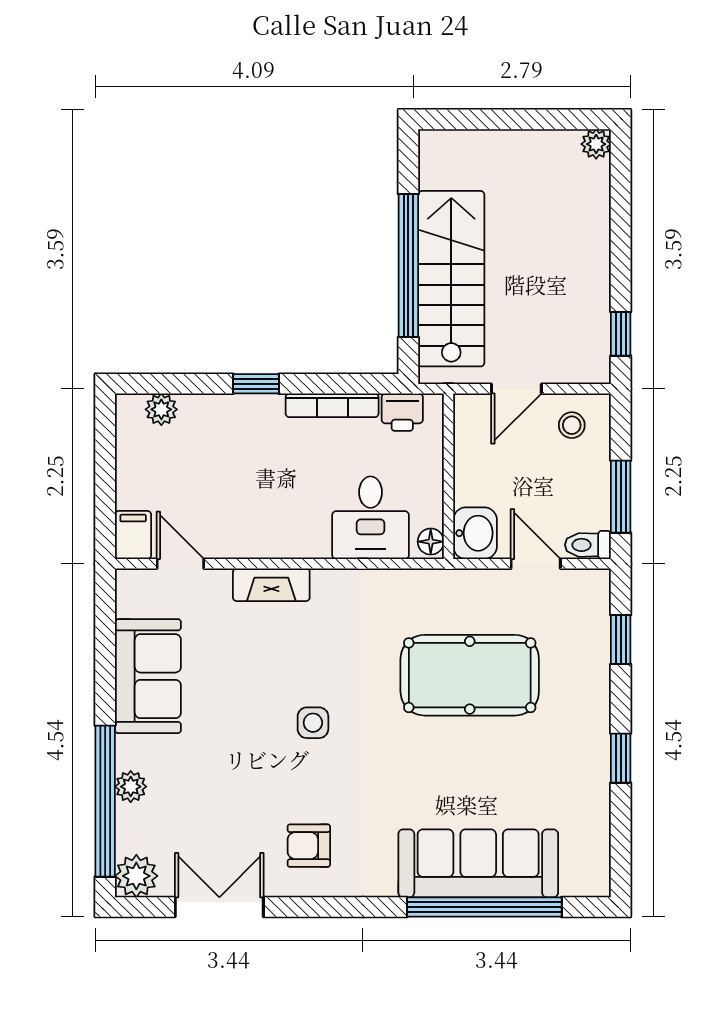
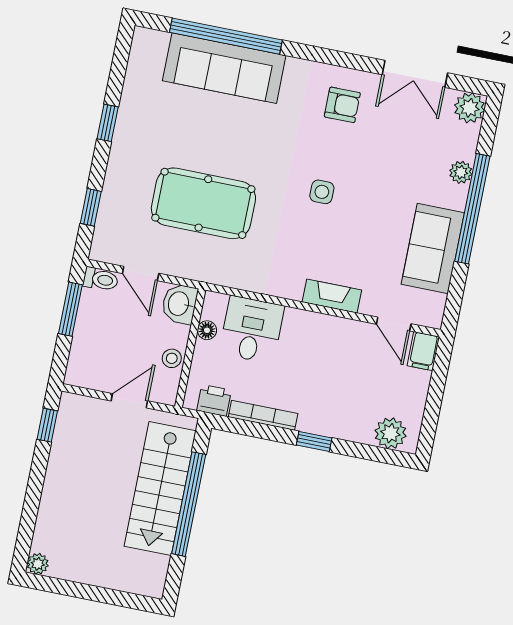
plant: (161, 409) -> (390, 433), width x1.38, depth x1.38
stool: (572, 425) -> (172, 358), moved
floor lamp: (431, 542) -> (207, 330), moved
window: (105, 801) -> (472, 209), moved

